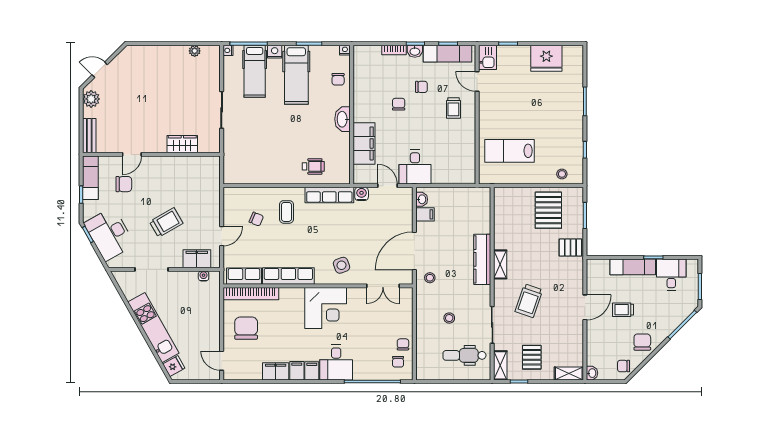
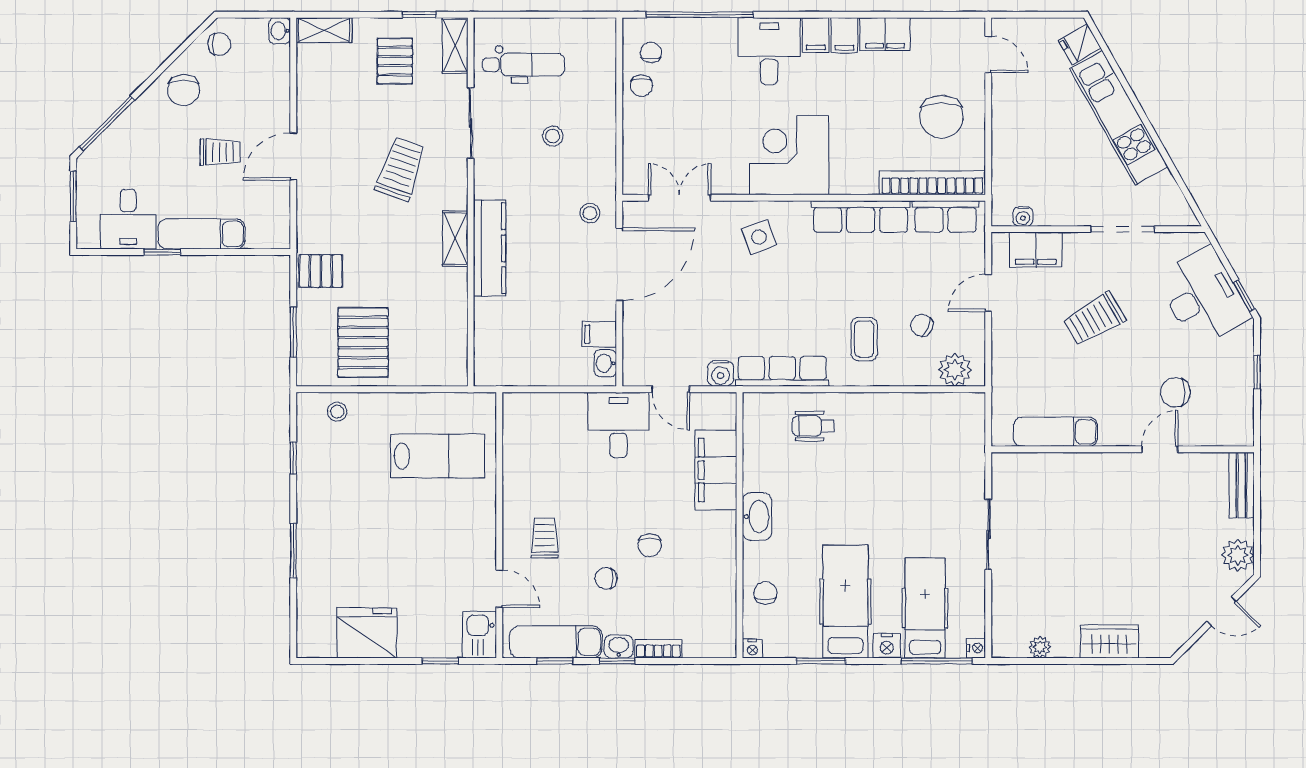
wardrobe: (182, 144) -> (1109, 641), moved, turned 180
exam couch: (90, 178) -> (1055, 432), moved, turned 90
plant: (239, 196) -> (955, 370), added

